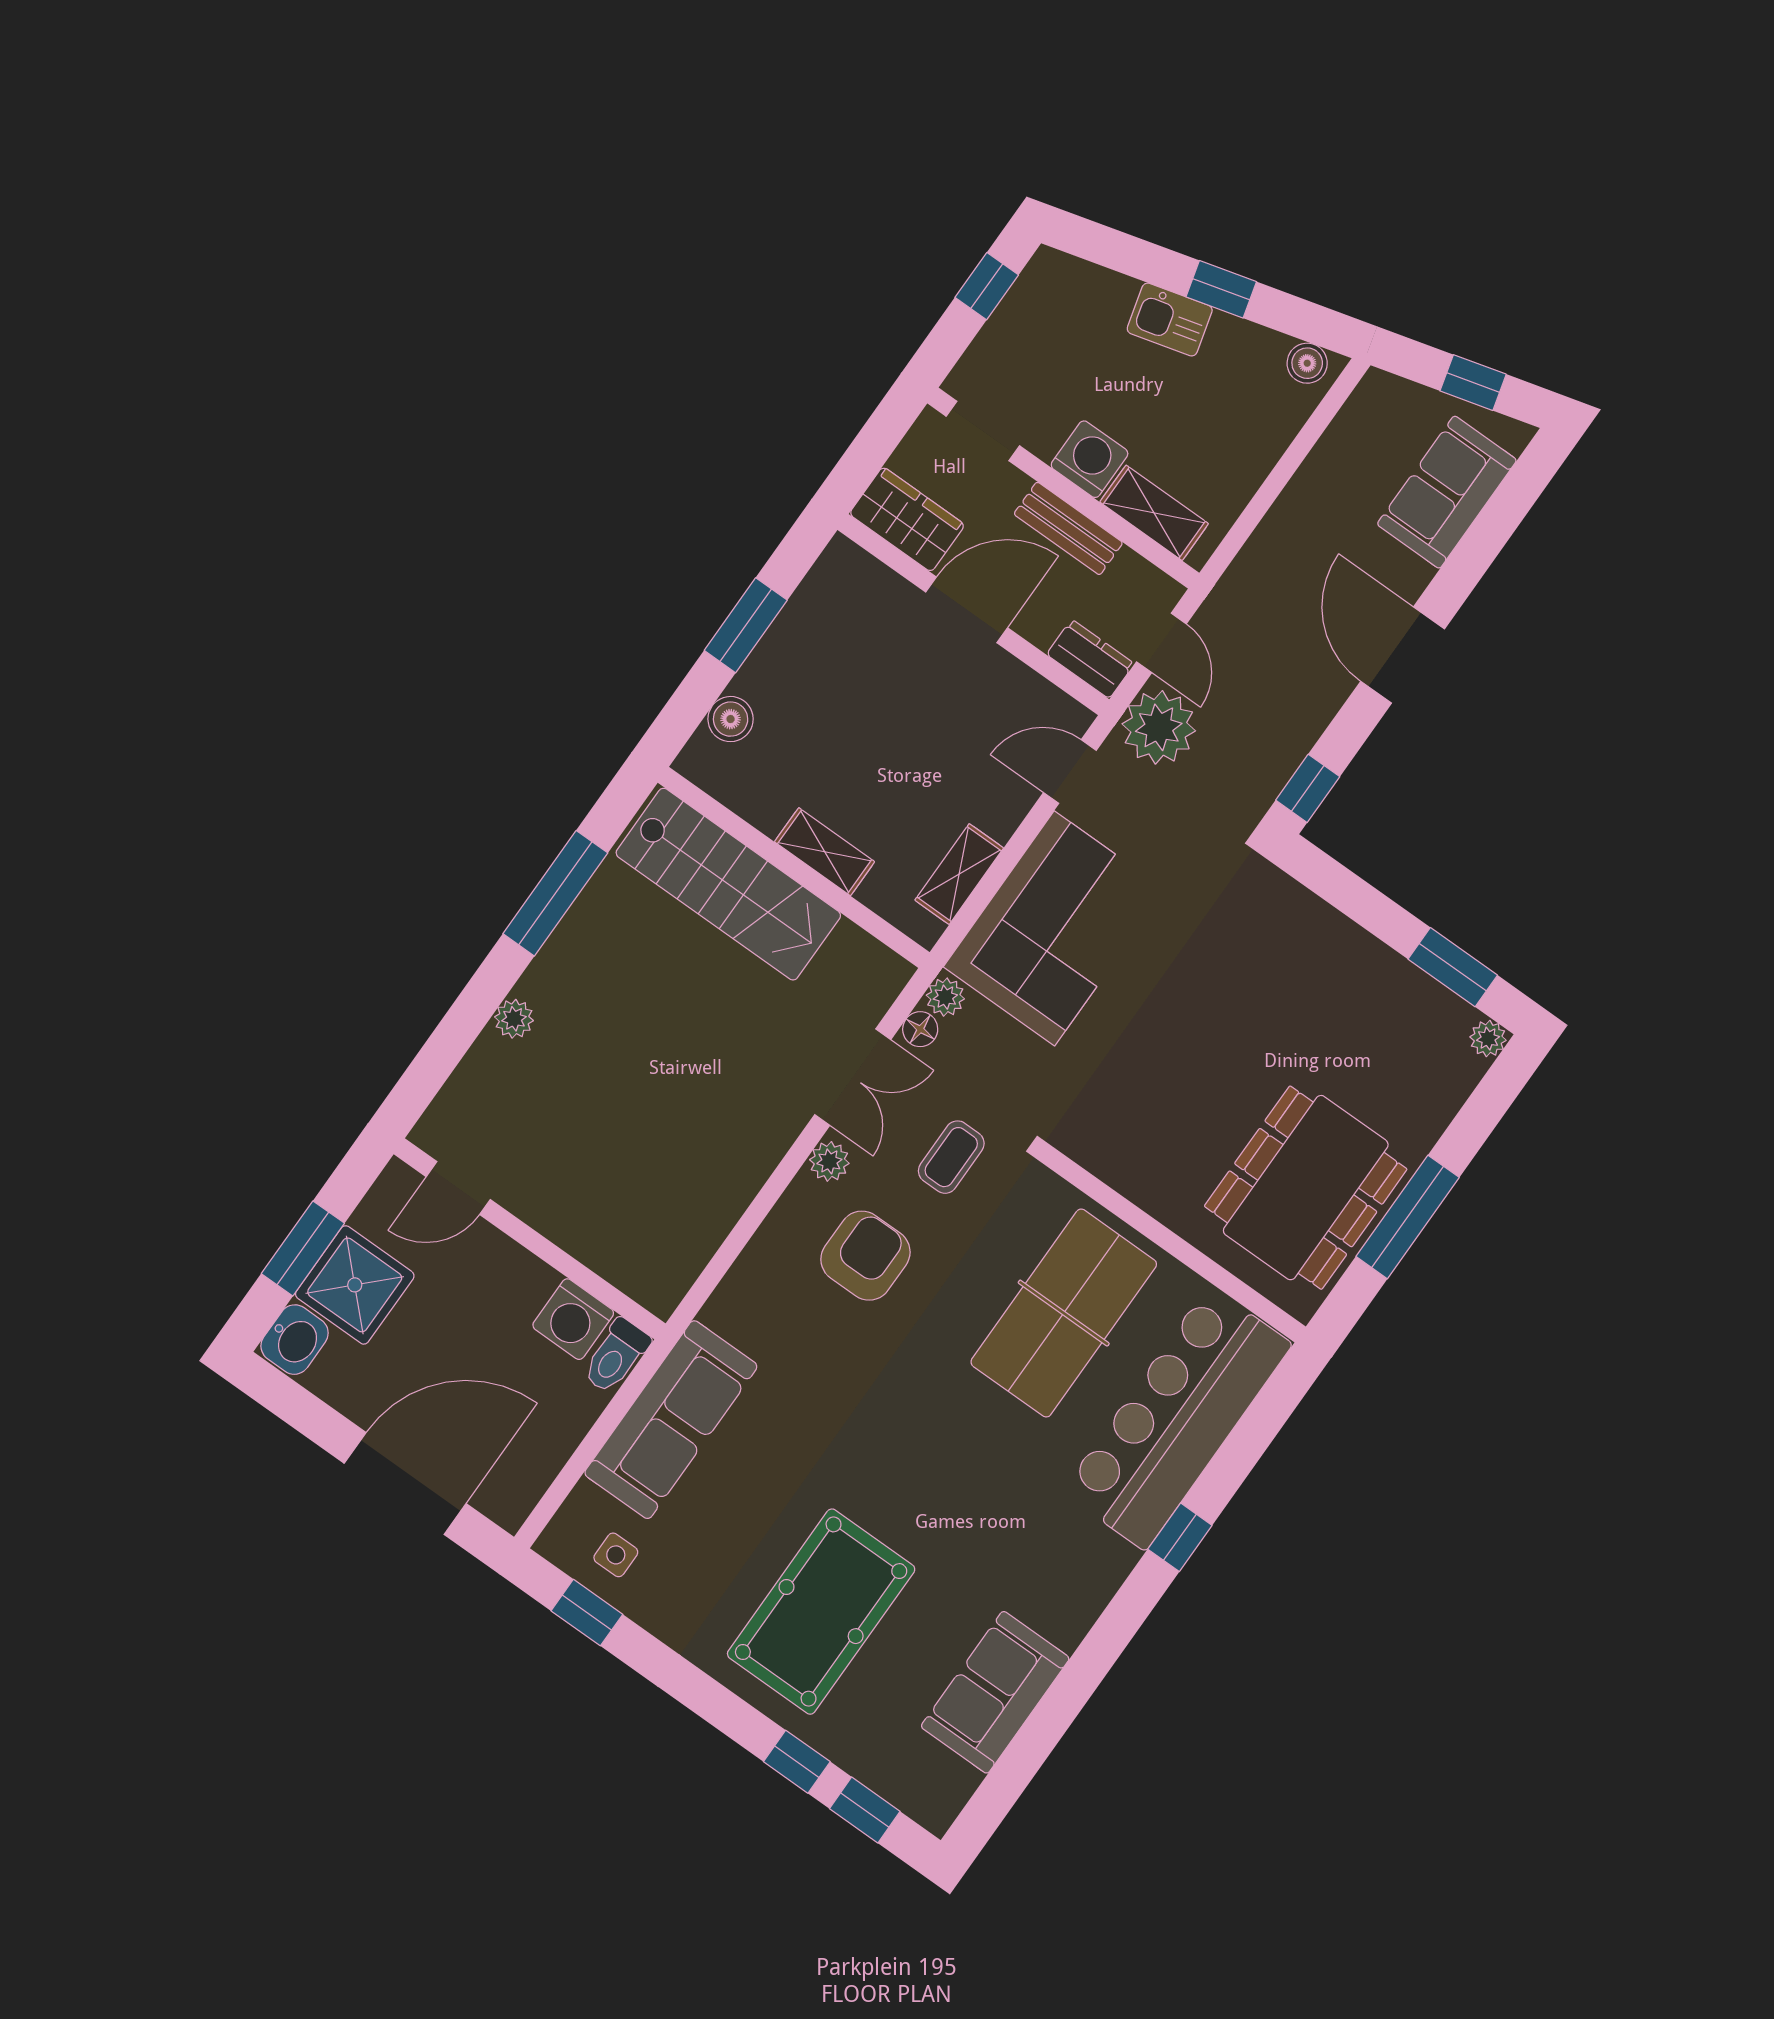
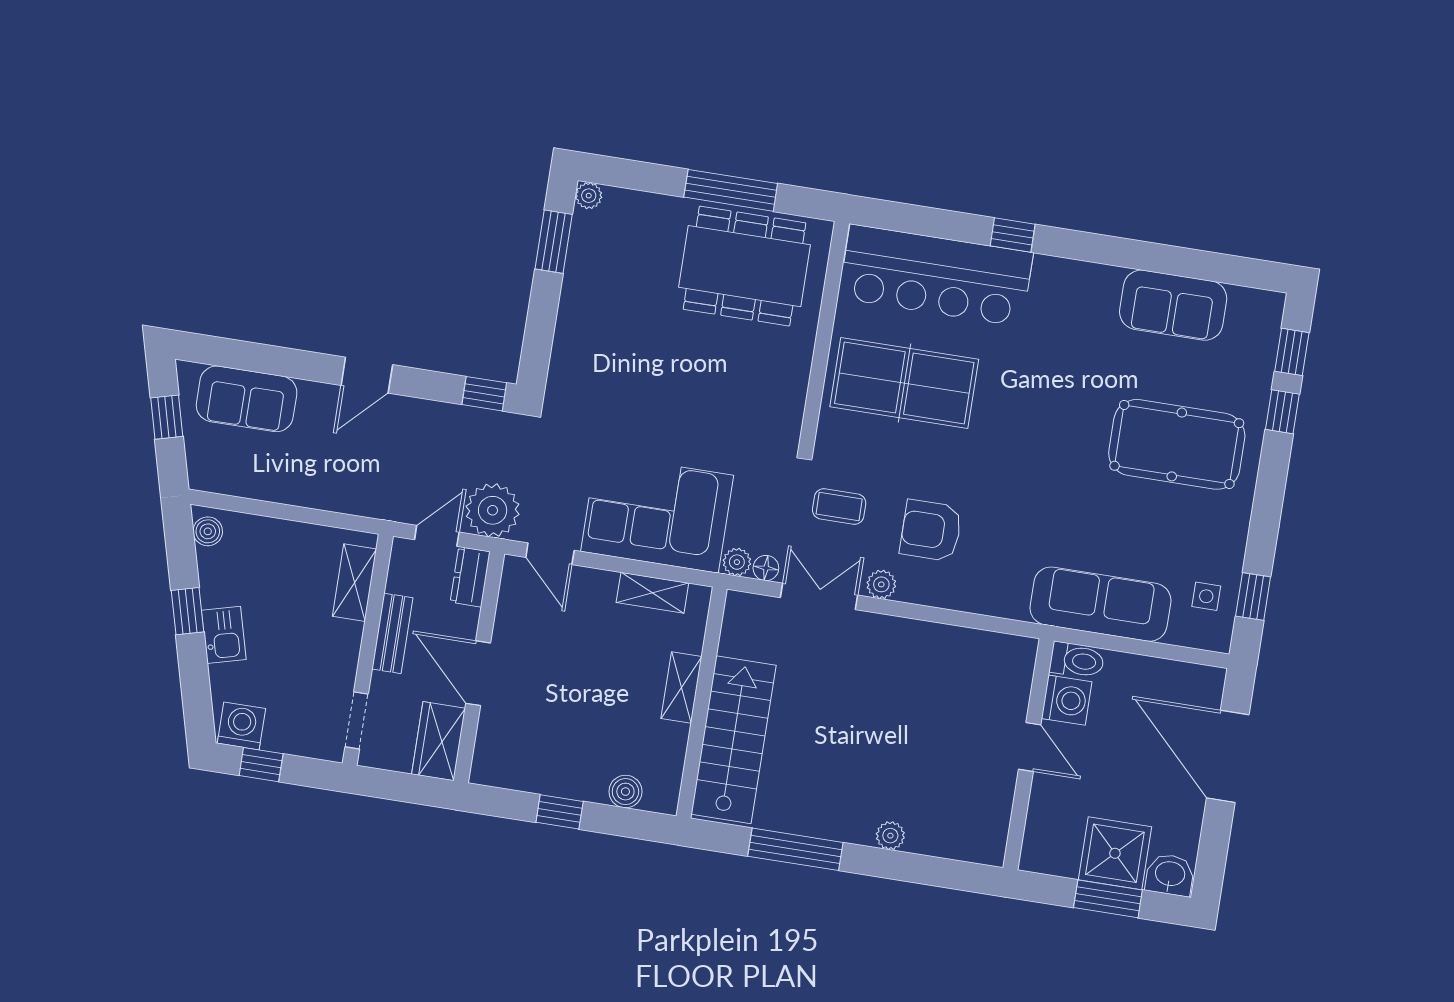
washing machine: (1090, 459) -> (241, 726), moved, turned 90
window: (746, 625) -> (560, 812), width x0.67
door: (1403, 655) -> (367, 375), width x0.73
door: (458, 1188) -> (1030, 747), moved

